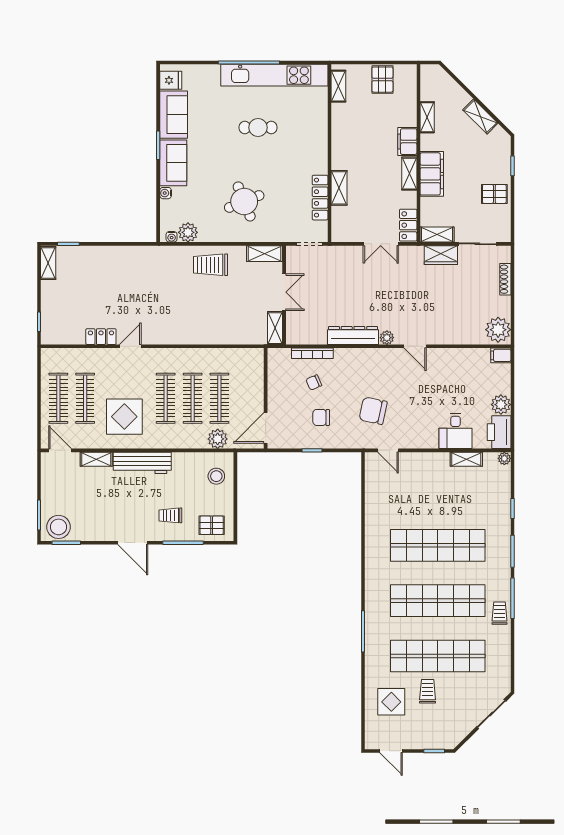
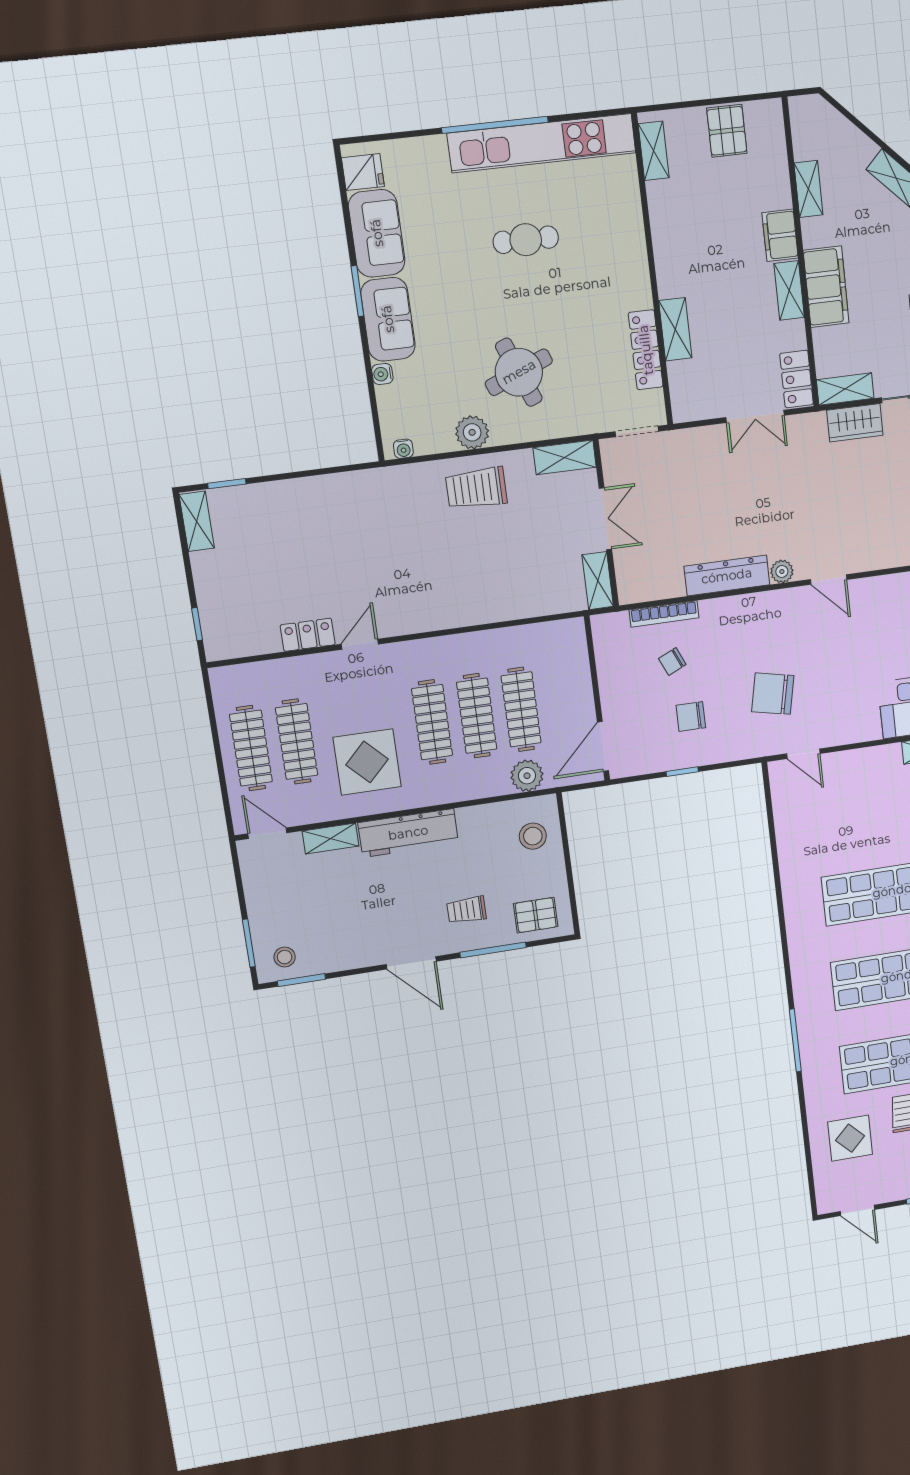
plant: (188, 232) -> (472, 432), moved
stool: (59, 527) -> (285, 957), width x0.53, depth x0.53

